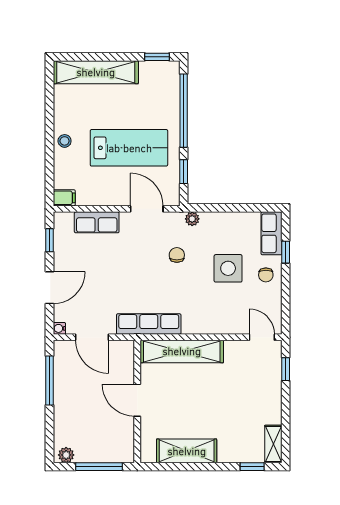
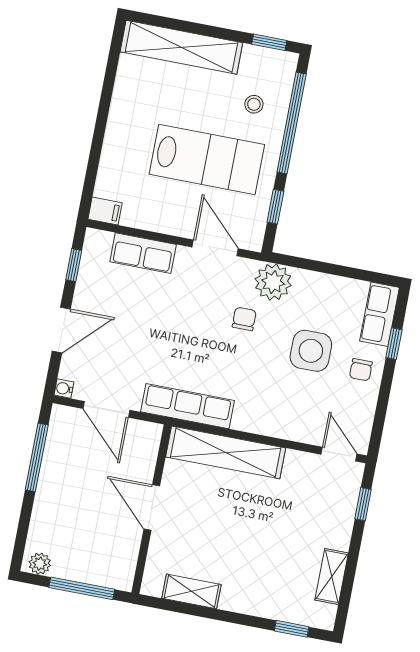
stool: (65, 141) -> (254, 104), moved
plant: (192, 219) -> (273, 282), width x1.88, depth x1.88
shelving: (273, 444) -> (332, 577), moved
shelving: (187, 451) -> (192, 591), width x0.67, depth x0.75

